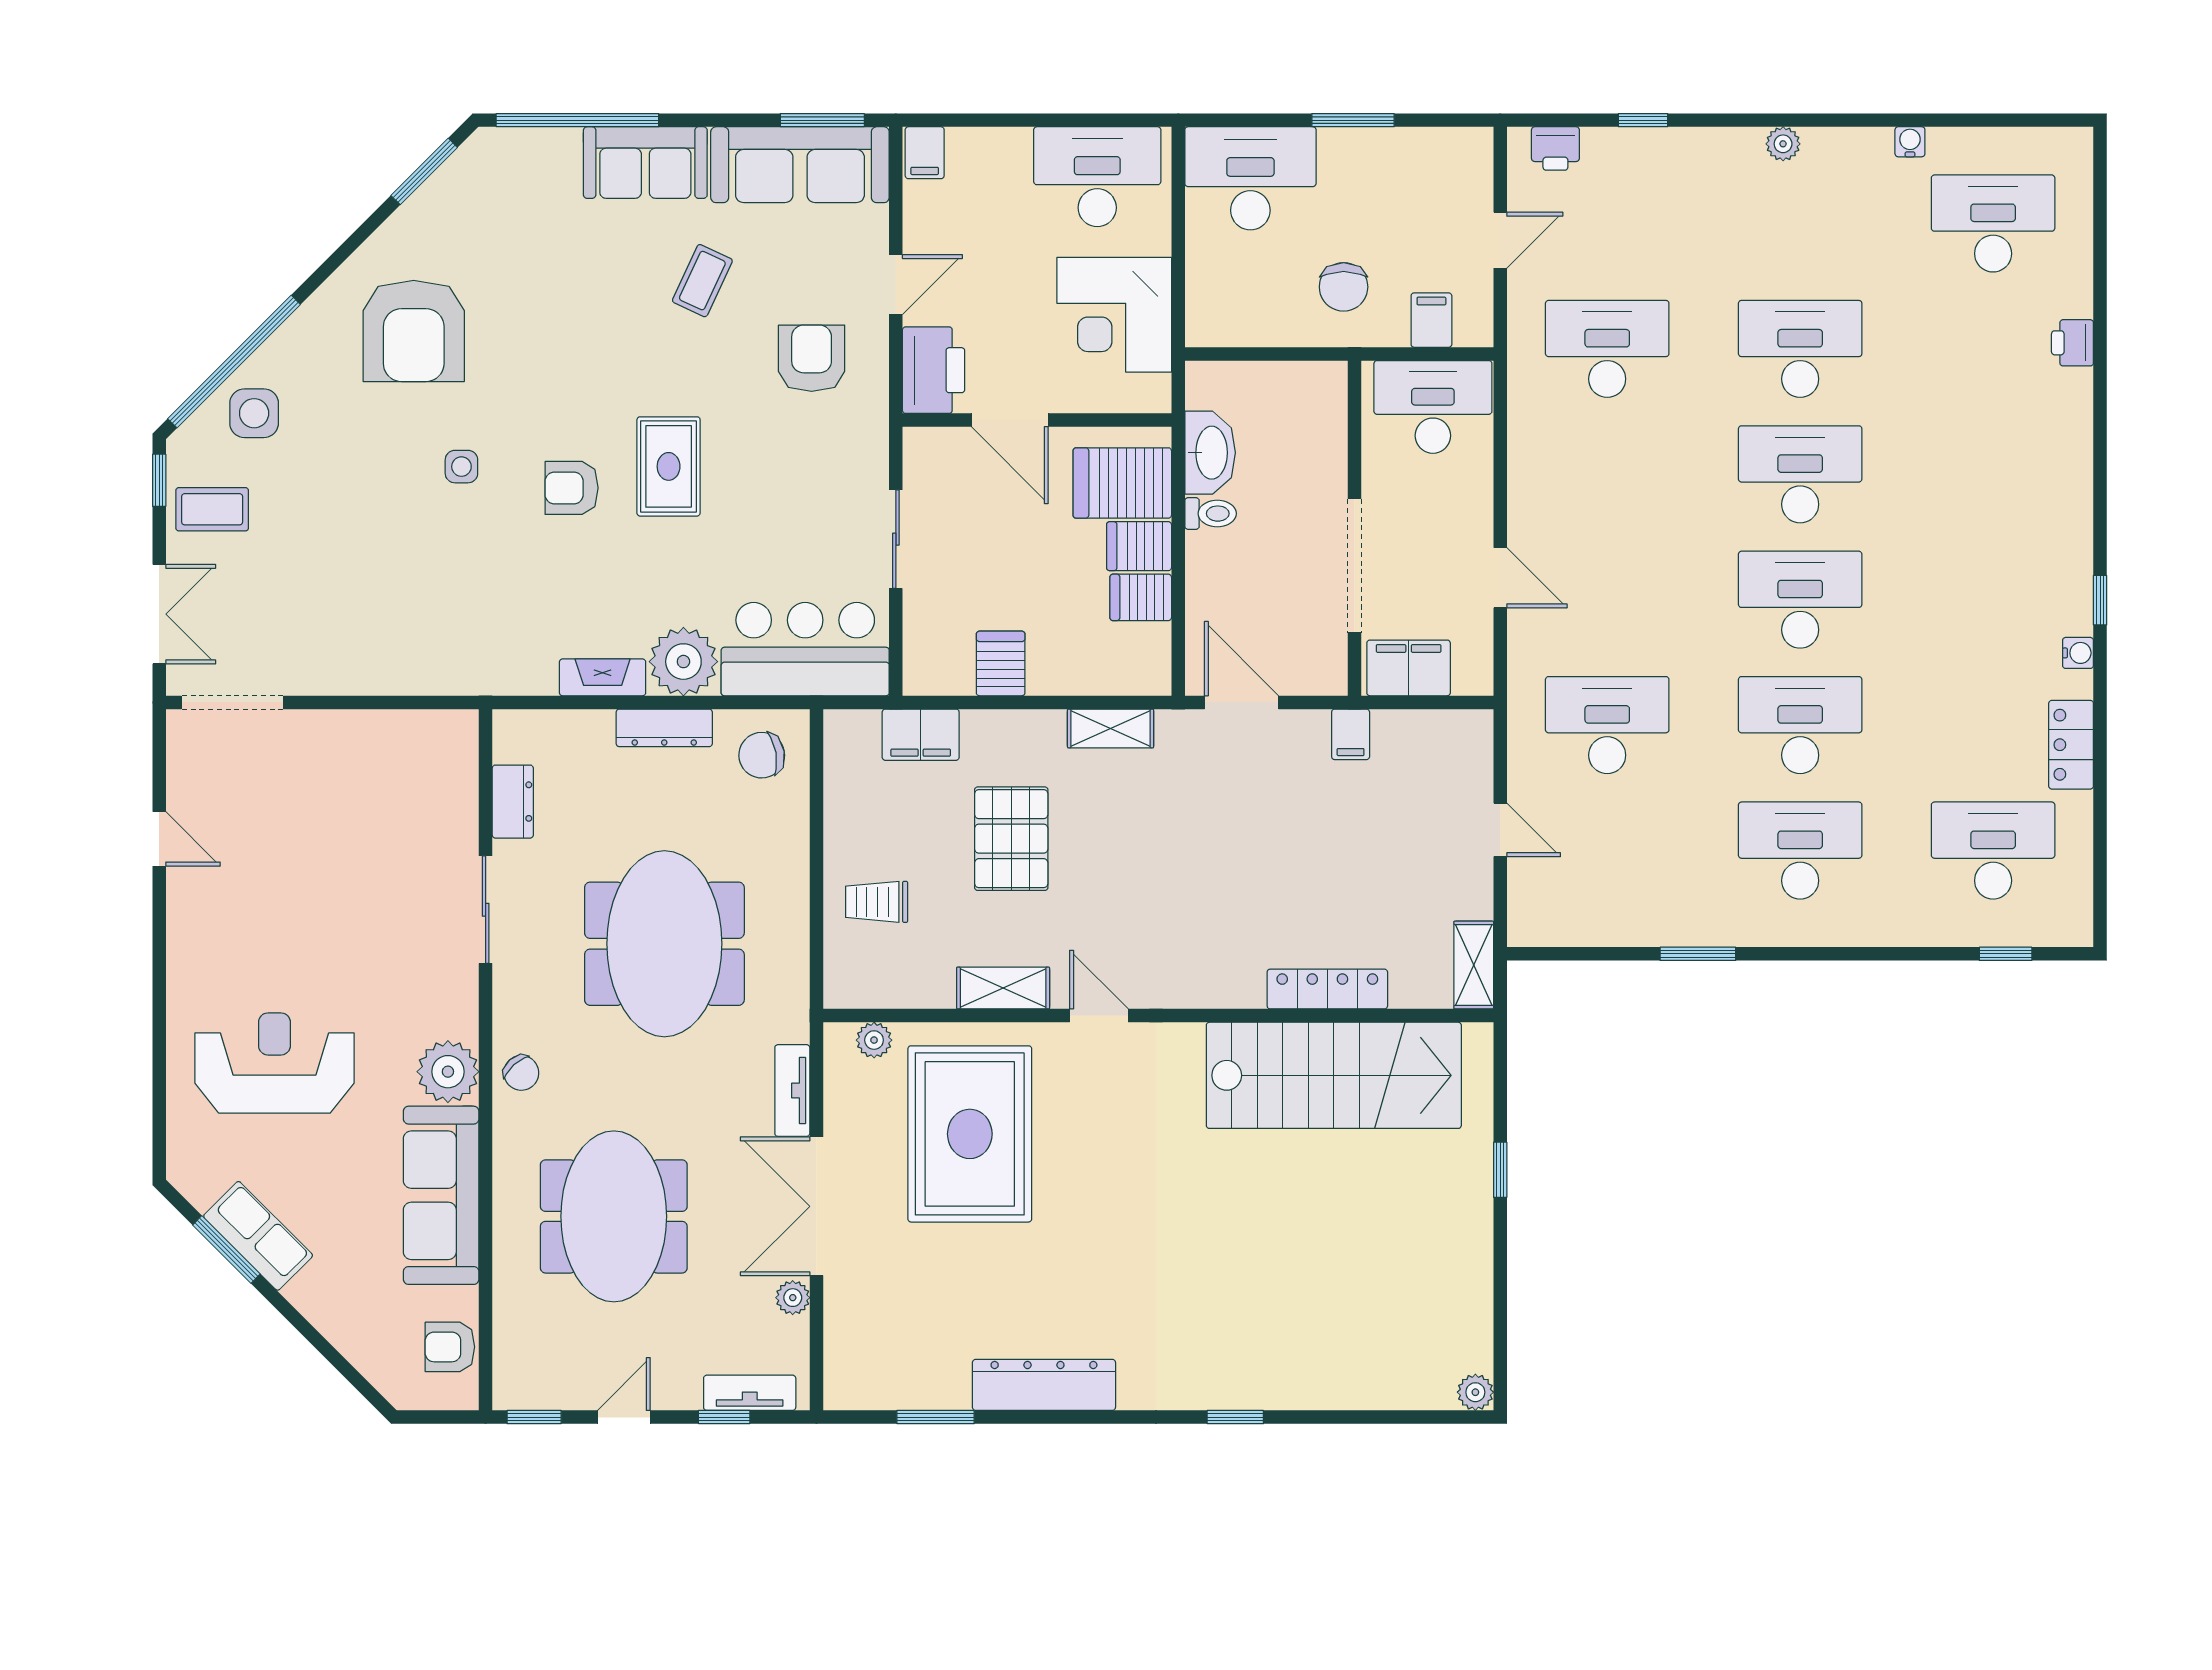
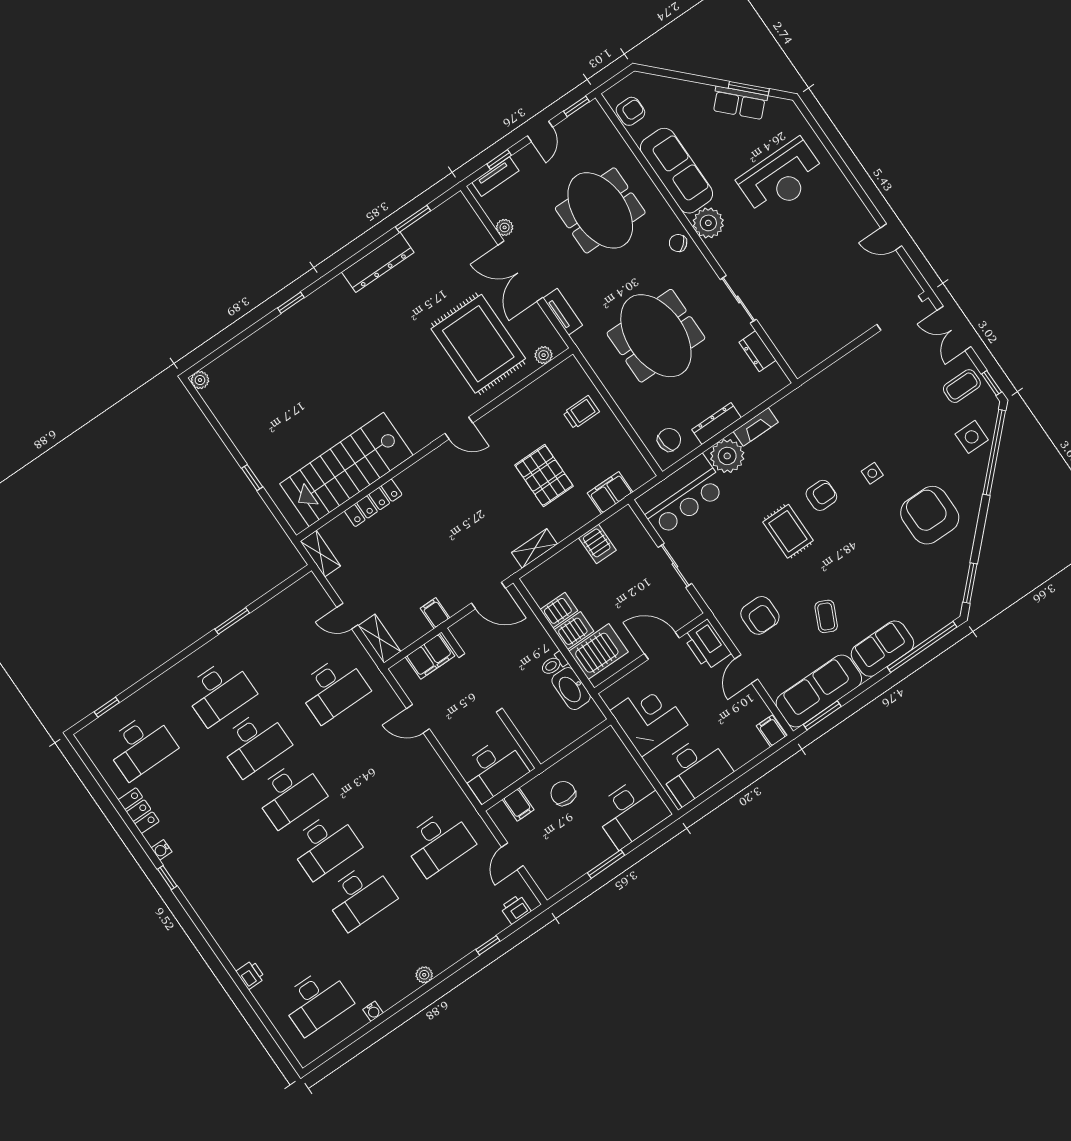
shelving: (1003, 988) -> (379, 639), moved, turned 90
double door: (816, 1206) -> (520, 271), swing flipped

